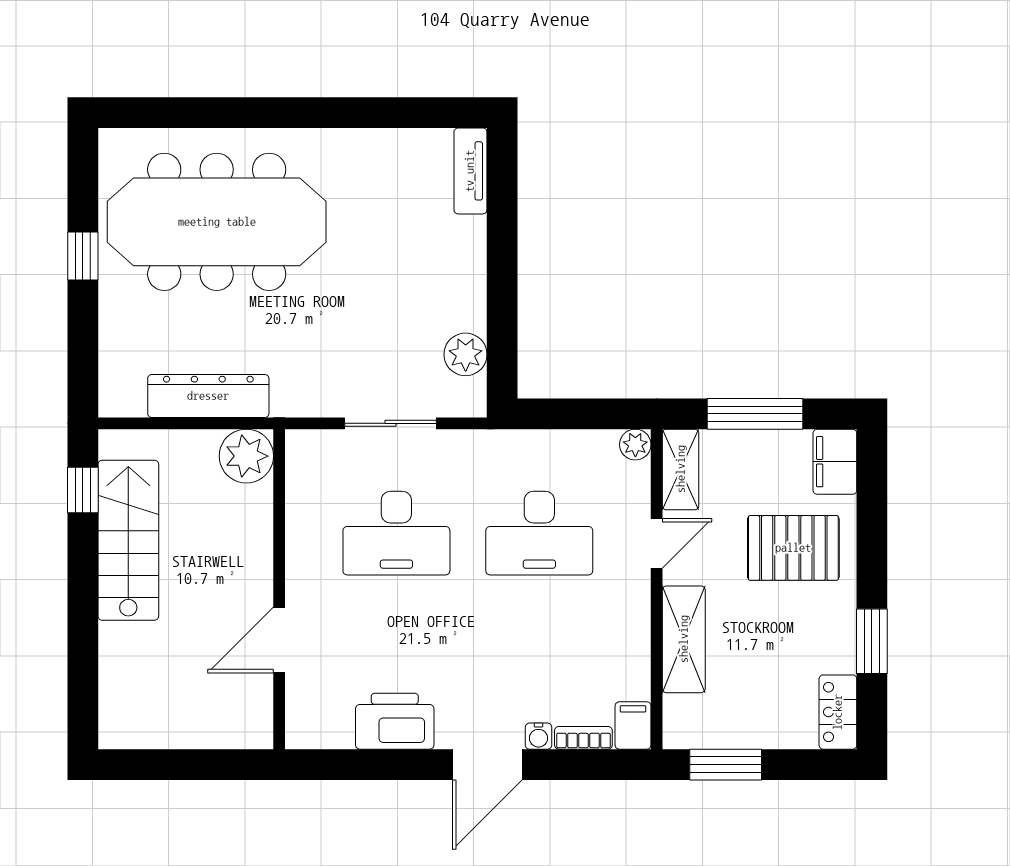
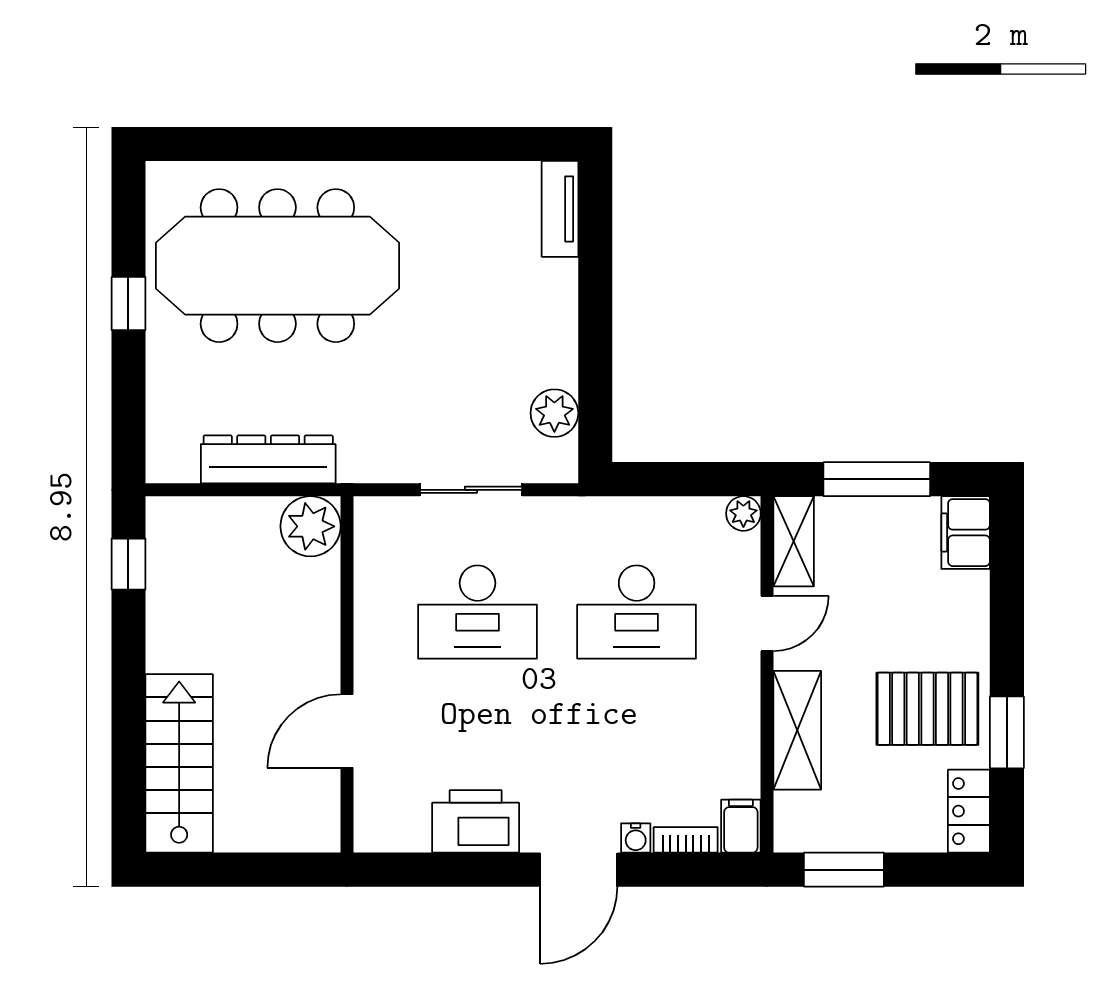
stairs: (128, 540) -> (179, 763), moved
pallet: (793, 548) -> (927, 709), moved

